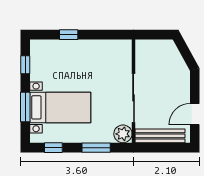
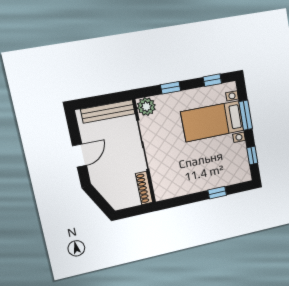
shoe rack: (141, 55) -> (144, 188), added
door: (195, 114) -> (80, 156), moved
window: (96, 148) -> (171, 88), width x0.67

